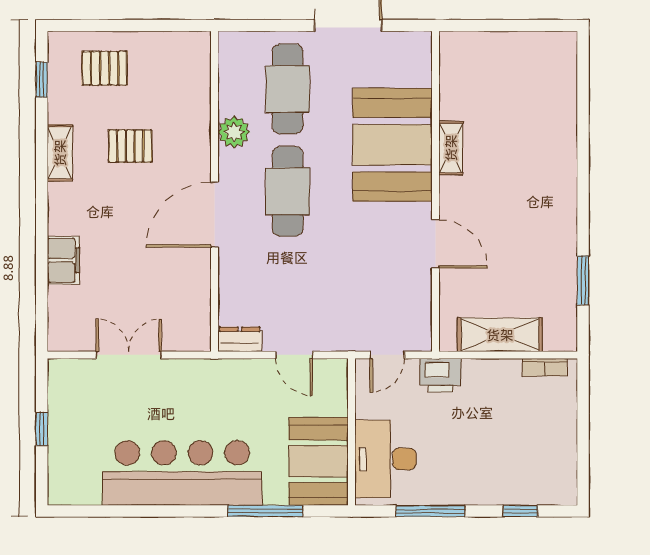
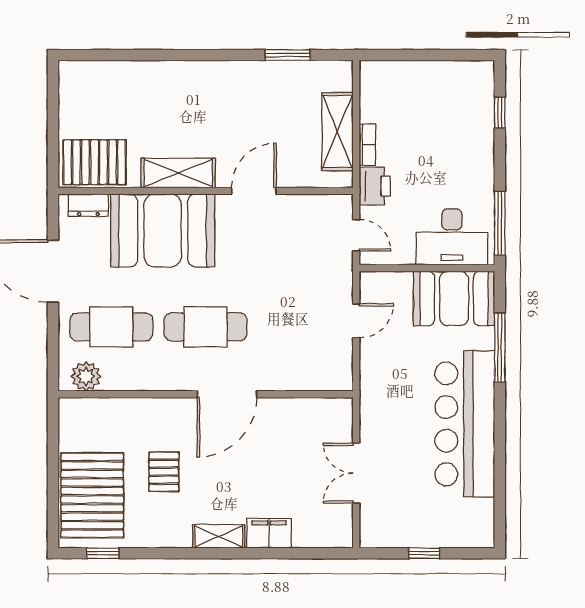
pallet: (105, 68) -> (92, 495), width x2.05, depth x2.00
pallet: (467, 71) -> (95, 162), added
plant: (234, 132) -> (86, 376), moved
shelving: (451, 148) -> (178, 173), width x1.50, depth x1.33
shelving: (60, 153) -> (219, 536), moved
door: (214, 215) -> (227, 394), hinge flipped
dresser: (240, 339) -> (88, 205), moved, turned -90
bookcase: (545, 367) -> (367, 145), moved
window: (431, 511) -> (500, 223), moved

